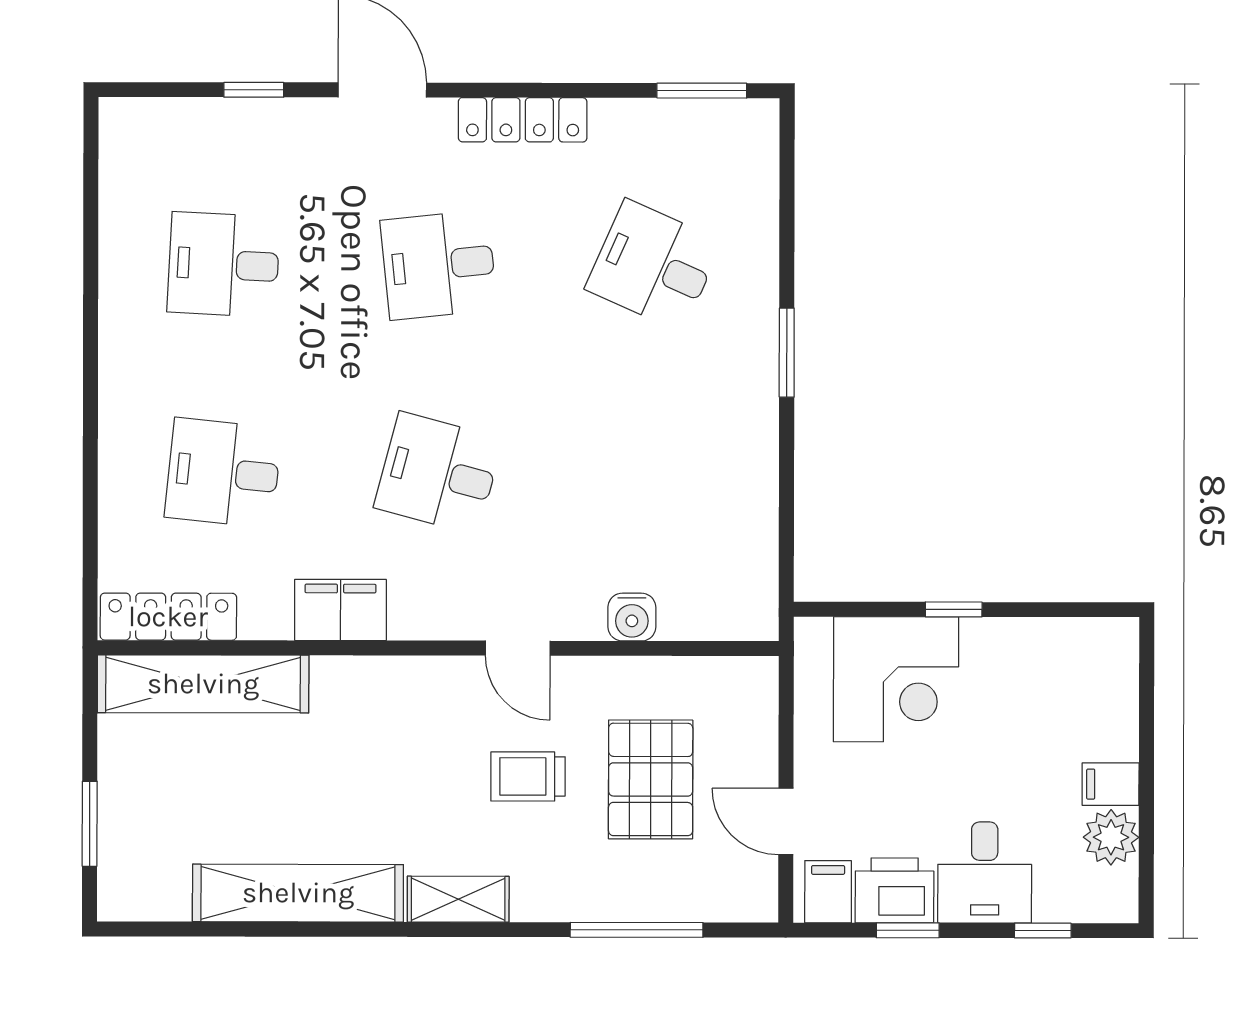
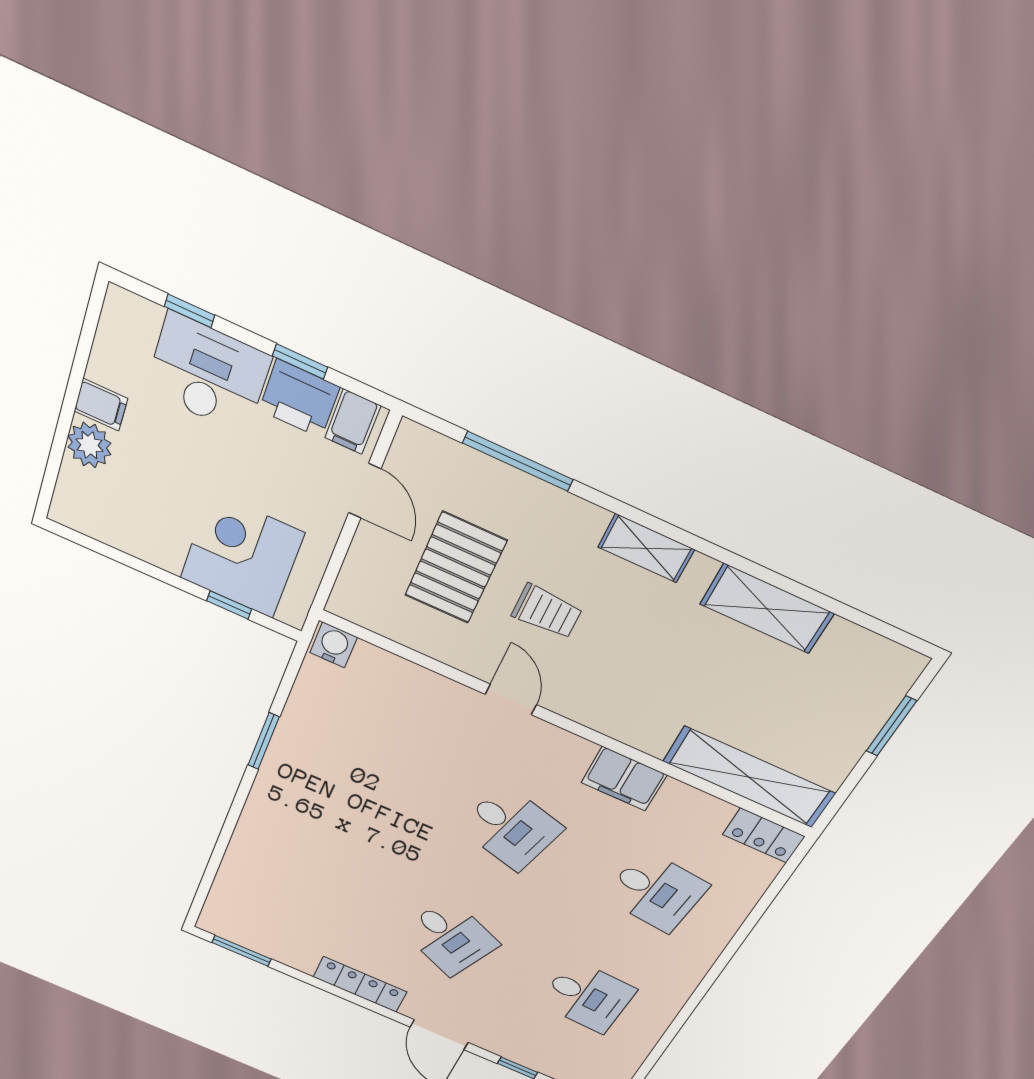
desk: (439, 265) -> (450, 937), turned 30
desk: (654, 265) -> (311, 877), removed
window: (787, 353) -> (264, 741), moved
window: (954, 609) -> (229, 605), moved
locker: (168, 617) -> (764, 835), width x0.66
water cooler: (632, 617) -> (334, 645), moved
plant: (1111, 837) -> (89, 445), moved
desk: (985, 872) -> (208, 374), width x1.37
shelving: (298, 893) -> (767, 609), width x0.68

